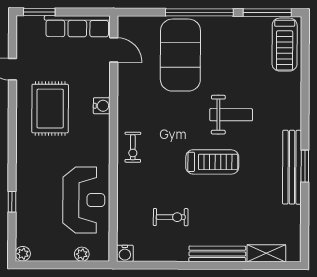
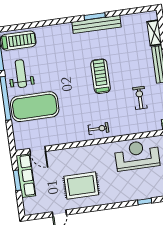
window: (39, 12) -> (17, 180), moved
door: (114, 50) -> (38, 150), swing flipped
water cooler: (102, 106) -> (75, 153), removed
weight bench: (231, 115) -> (21, 74), moved

